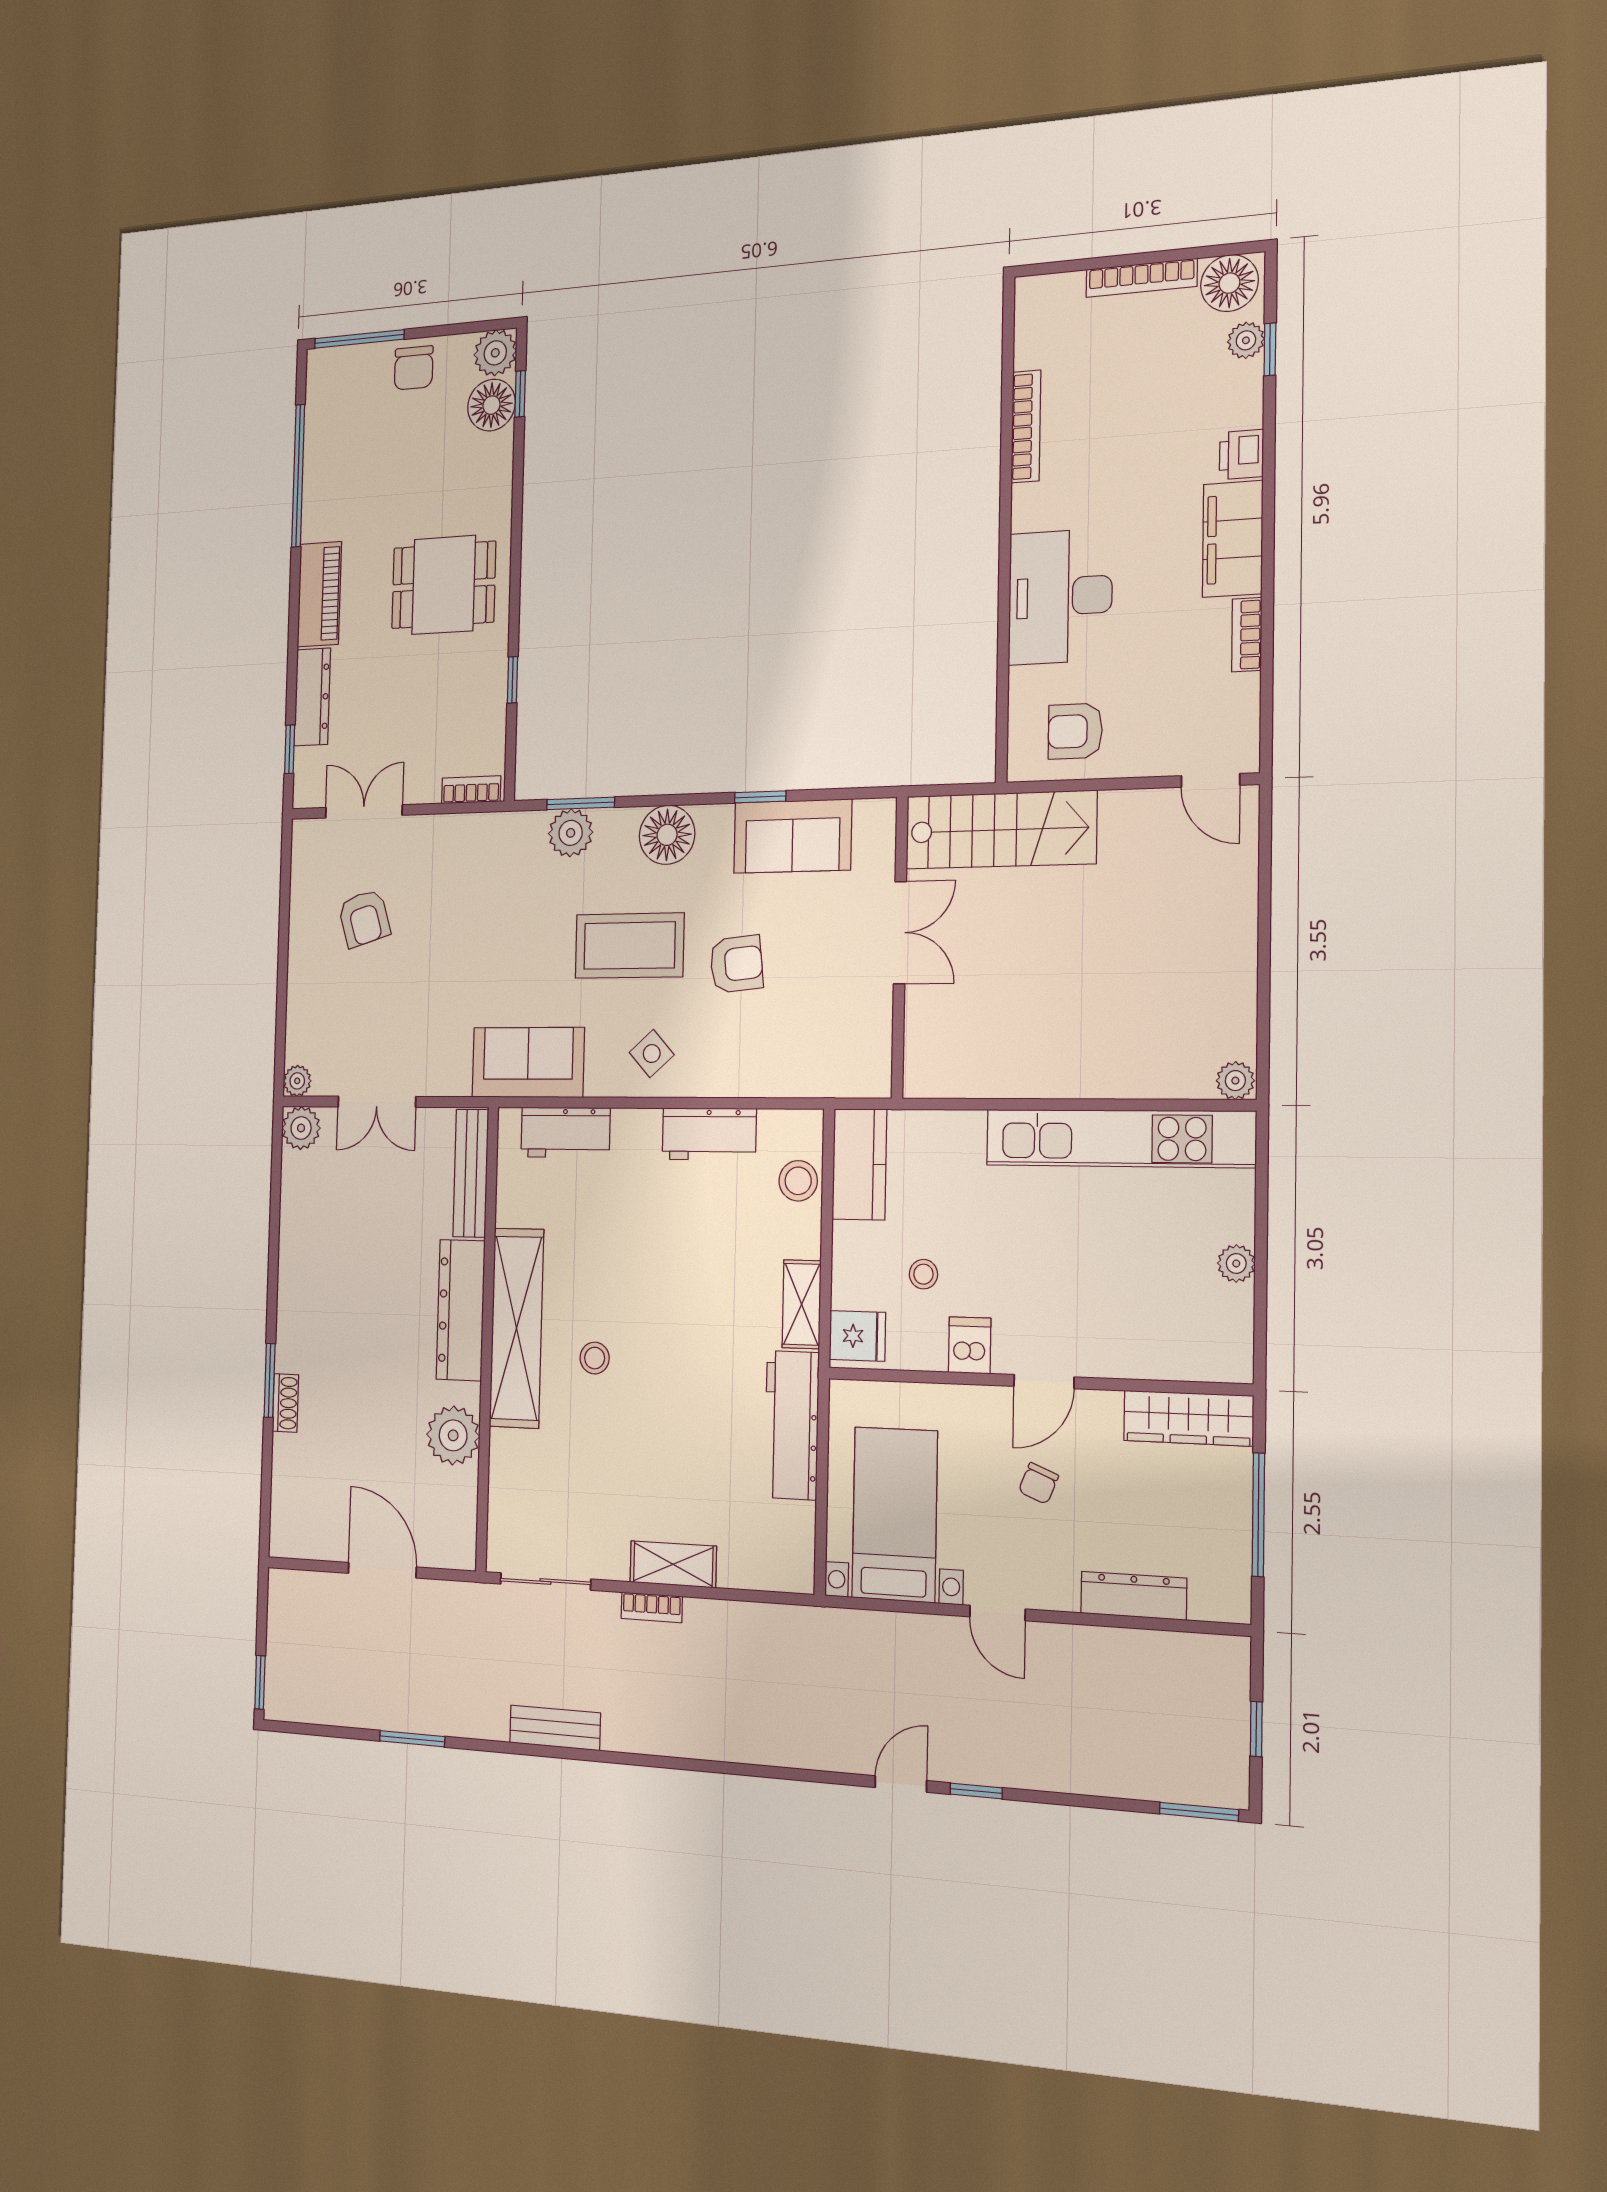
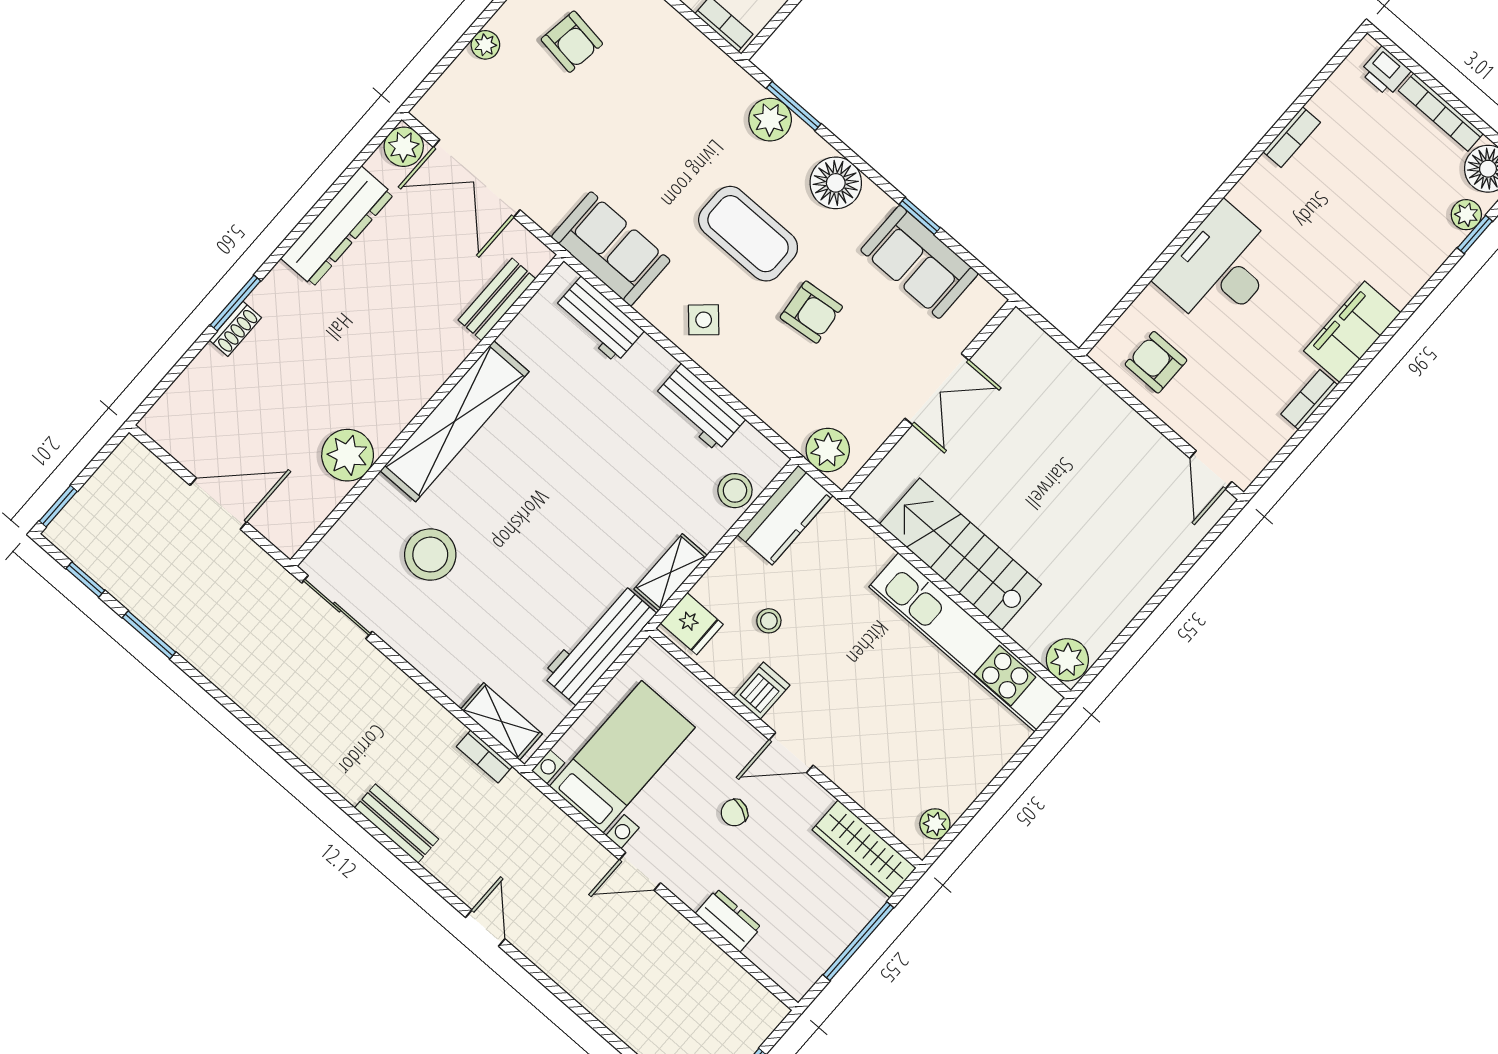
bookcase: (1026, 426) -> (1292, 137), width x0.64
printer: (1241, 455) -> (1385, 71), moved, turned -90
stairs: (1001, 830) -> (960, 554), moved, turned 180
armchair: (364, 918) -> (572, 42), turned -65
plant: (849, 1073) -> (828, 450), added
plant: (297, 1081) -> (485, 45), moved
plant: (1235, 1081) -> (1067, 660), width x1.38, depth x1.38
double door: (377, 1102) -> (477, 178), width x1.37
bench: (471, 1173) -> (497, 299), width x0.73
plant: (1236, 1263) -> (935, 824), moved
dresser: (461, 1310) -> (337, 226), moved, turned 180
stool: (595, 1358) -> (430, 555), moved, width x1.89, depth x1.89
shelving: (673, 1564) -> (501, 721), moved
door: (382, 1570) -> (218, 504), hinge flipped
dresser: (1134, 1596) -> (728, 920), width x0.70
bookcase: (652, 1607) -> (484, 756), moved
door: (997, 1613) -> (640, 871), hinge flipped
bench: (555, 1728) -> (396, 824), moved
door: (901, 1784) -> (485, 928), hinge flipped
window: (976, 1791) -> (85, 579), moved

